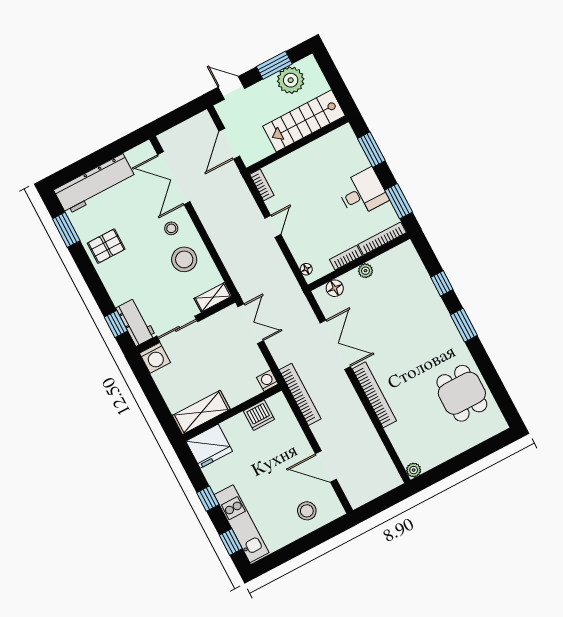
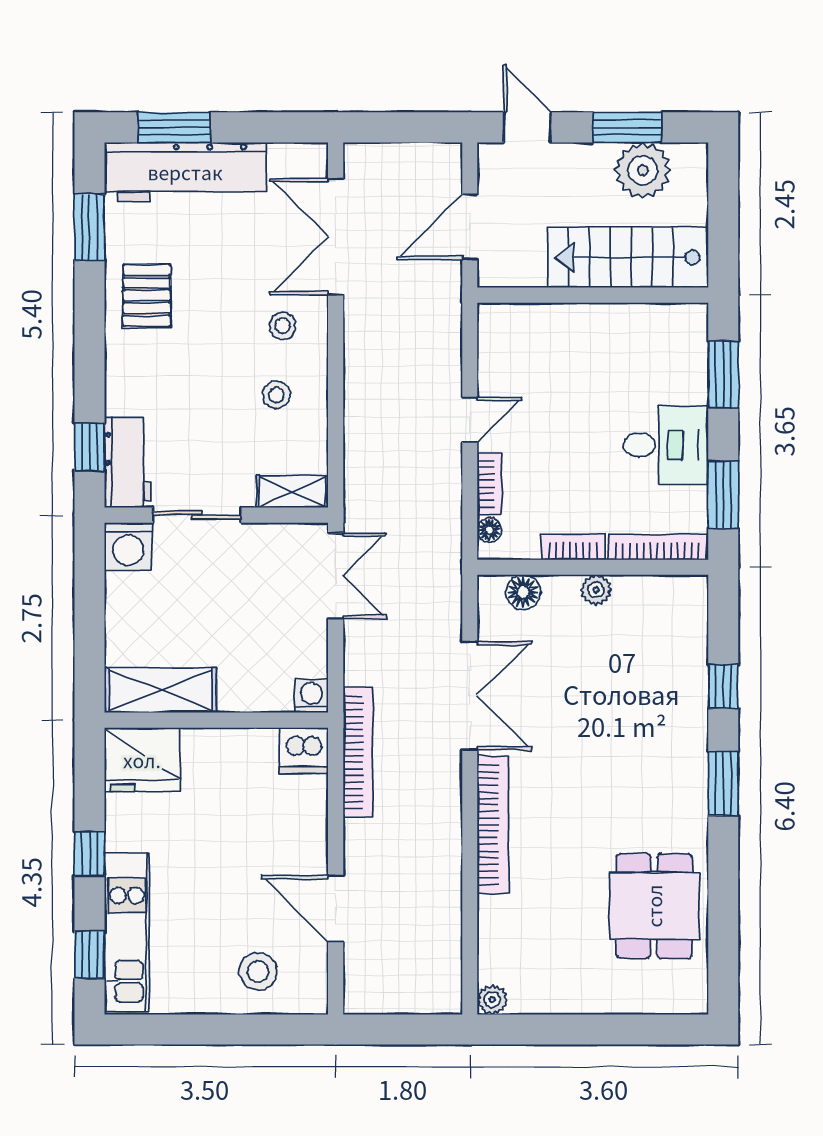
window: (80, 168) -> (174, 127), added
bookcase: (262, 185) -> (490, 484), moved
pallet: (106, 246) -> (147, 296), turned 90
stool: (184, 259) -> (276, 395), width x0.53, depth x0.53
dishwasher: (259, 415) -> (303, 751), moved

